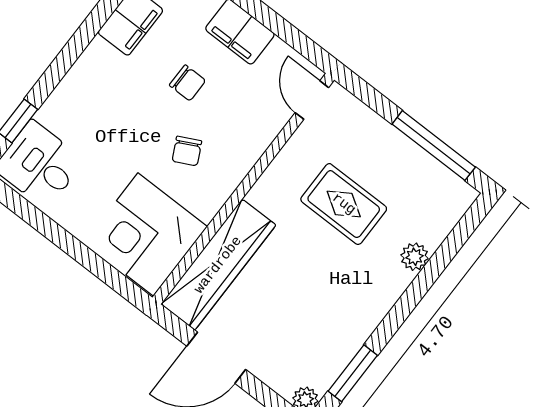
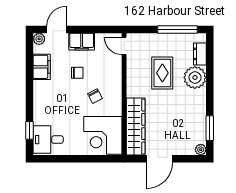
rug: (344, 204) -> (162, 73), turned 90
dresser: (440, 223) -> (200, 54), added
plant: (415, 257) -> (195, 77), width x1.88, depth x1.88

